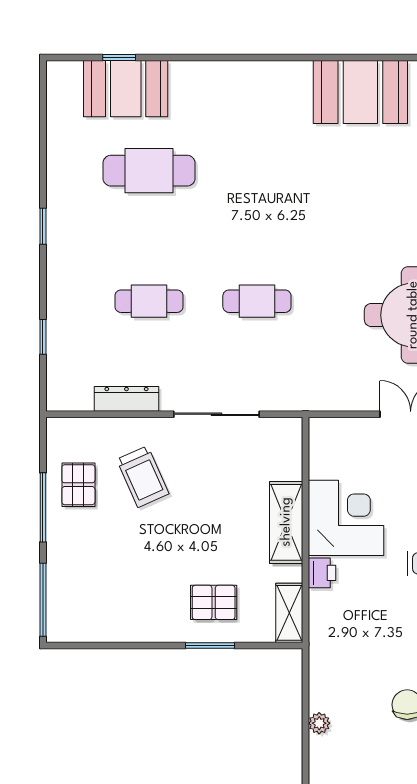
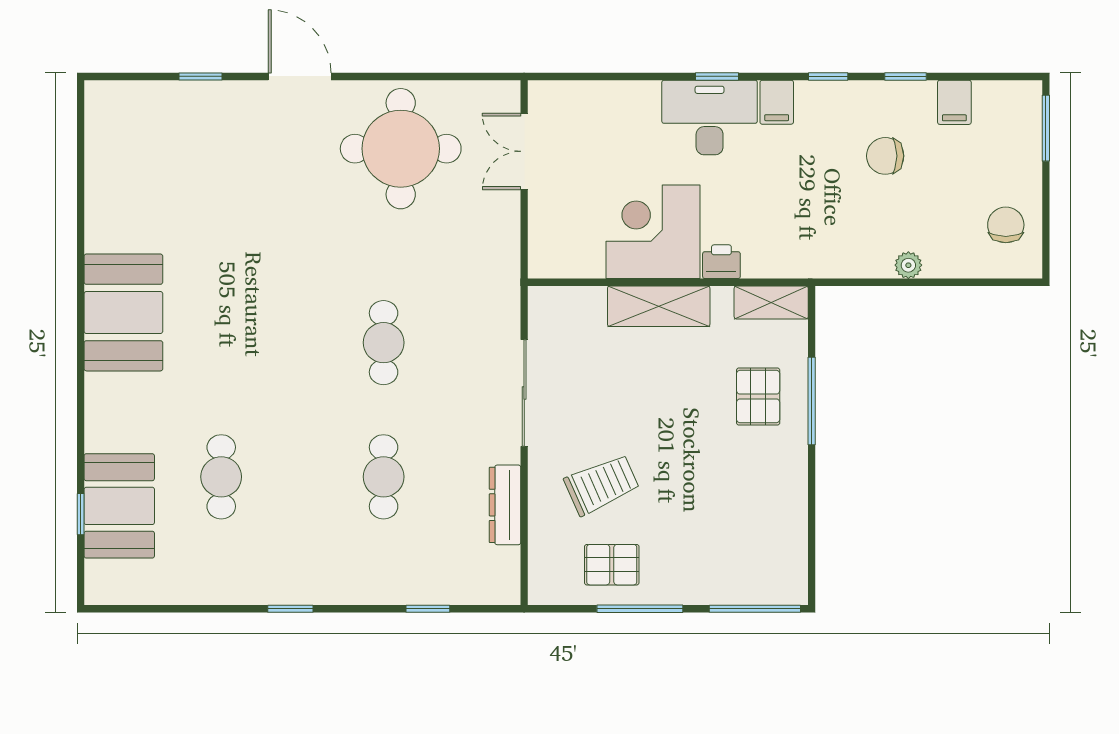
booth: (360, 92) -> (123, 312), moved
cafe table: (149, 171) -> (221, 477), width x0.73, depth x0.74
window: (210, 645) -> (812, 401), width x1.44

